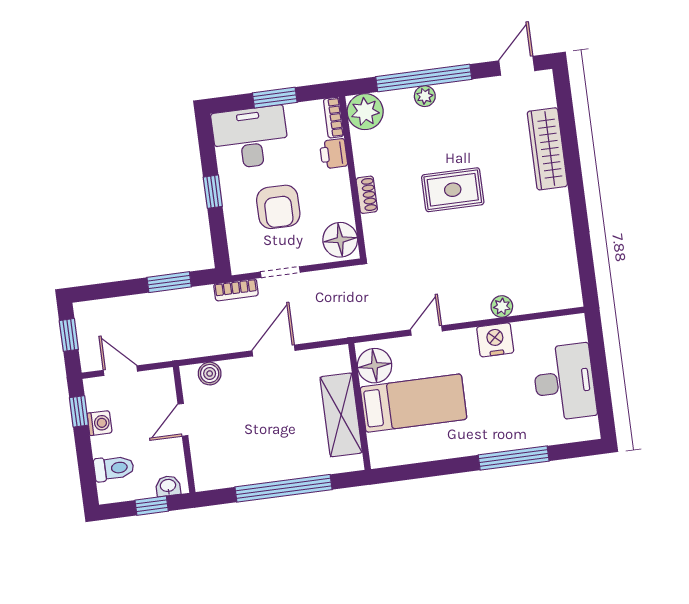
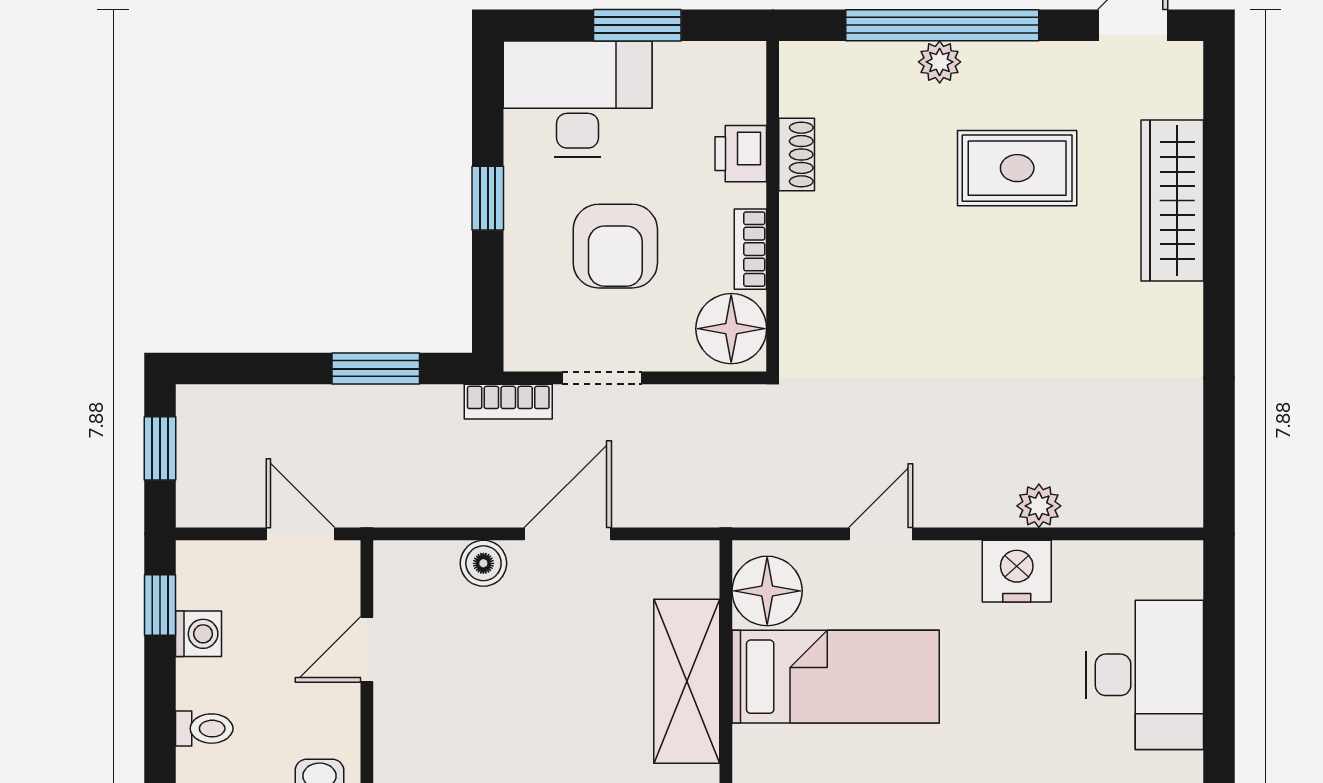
plant: (365, 112) -> (816, 77), removed
bookcase: (334, 118) -> (750, 249), moved
rug: (453, 190) -> (1017, 168), moved
shoe rack: (367, 195) -> (797, 154), moved
door: (120, 371) -> (300, 534), moved
boiler: (210, 374) -> (483, 563), moved
toilet: (114, 468) -> (204, 729), width x0.73, depth x0.72

